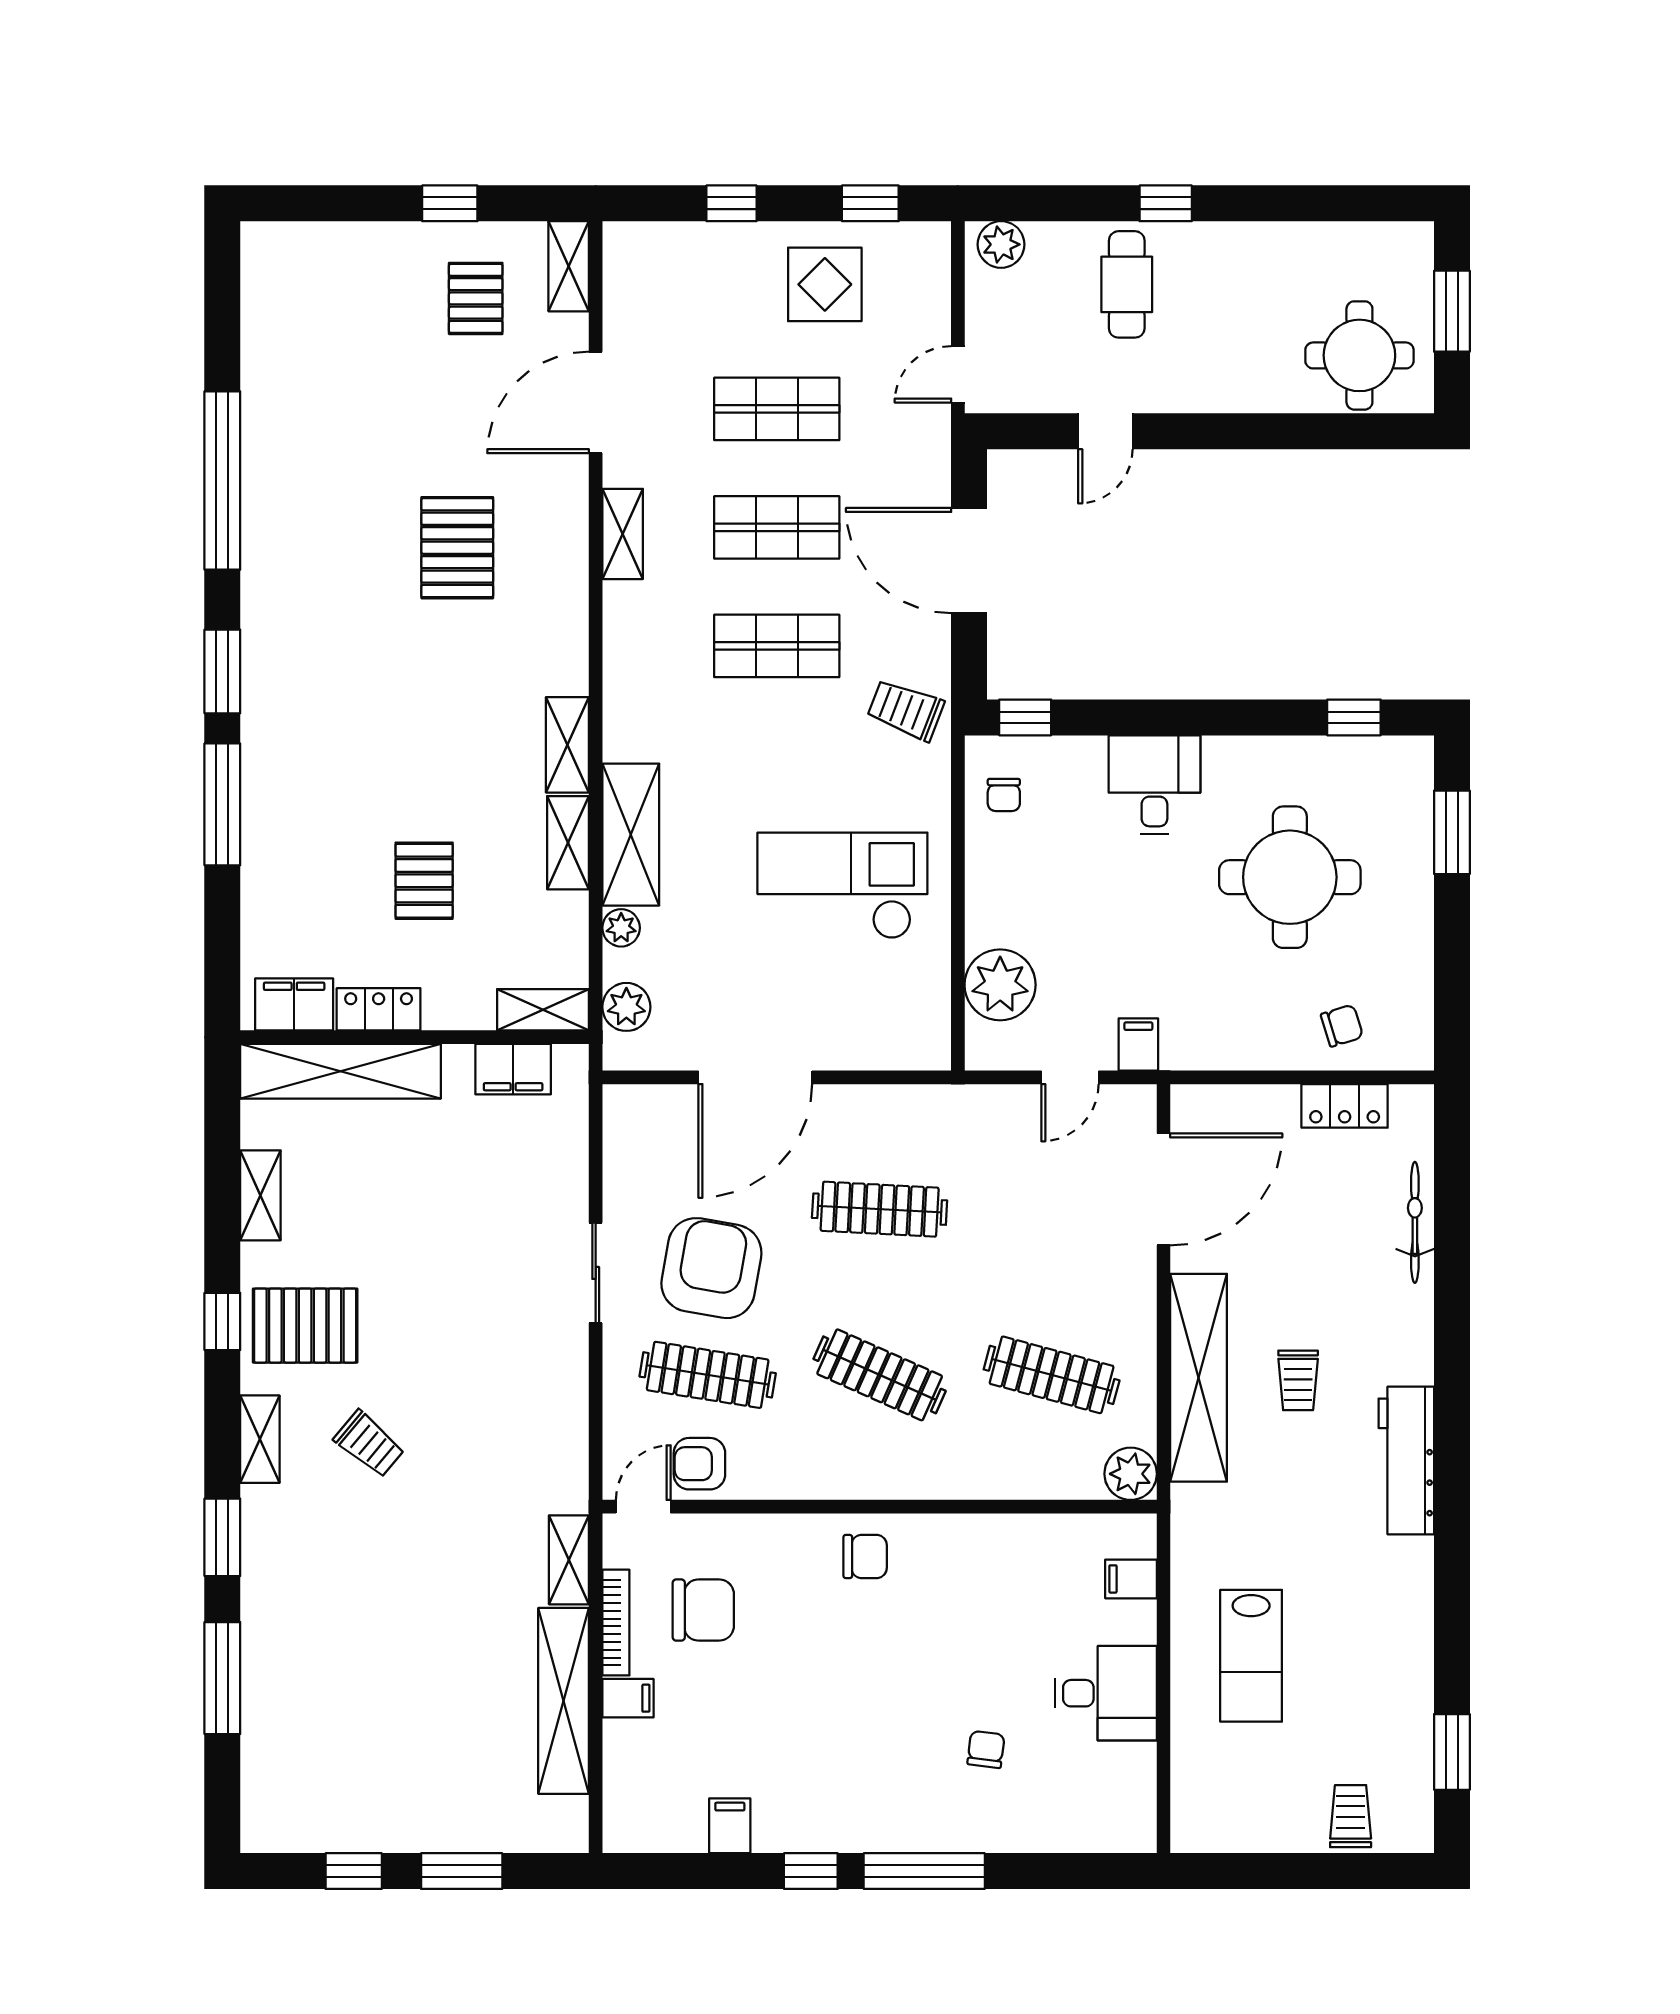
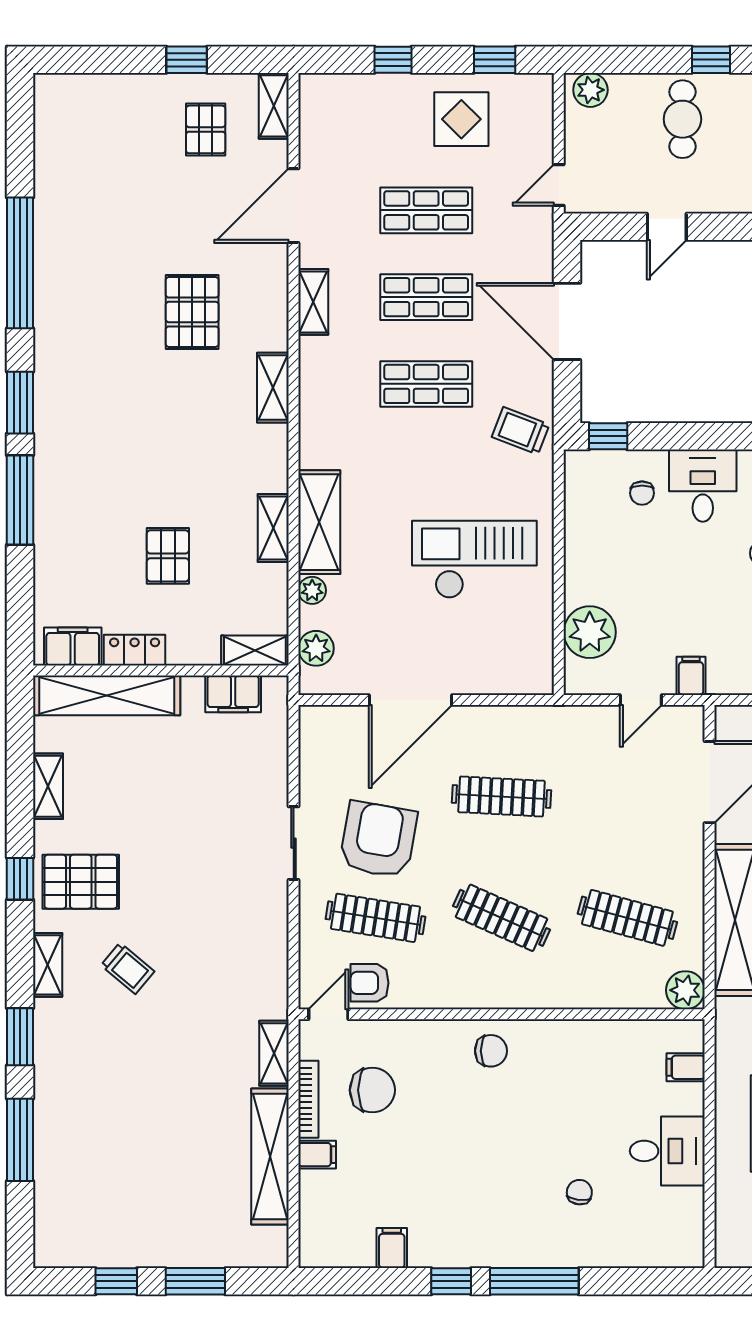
shelving: (567, 745) -> (273, 388), moved
chair: (1004, 795) -> (642, 493), moved

